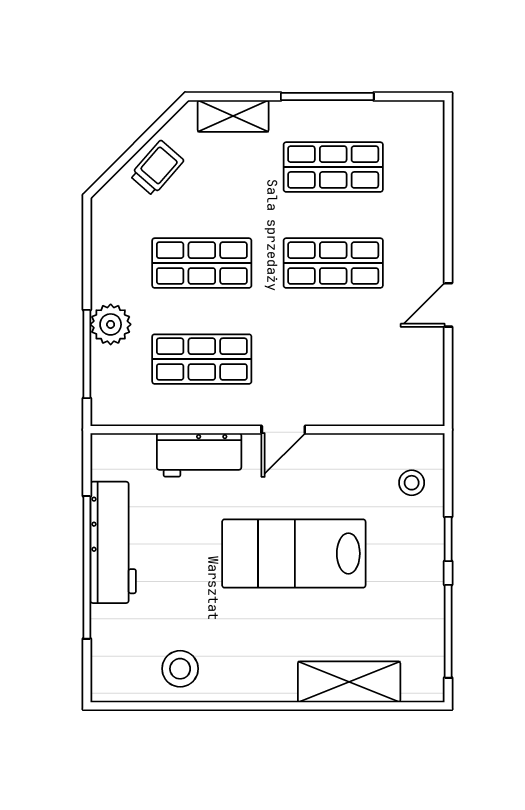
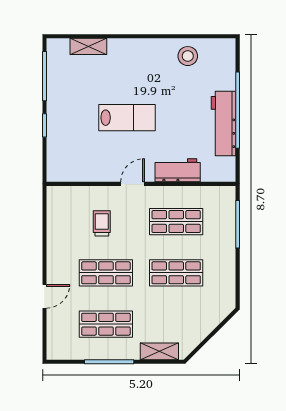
trolley: (157, 168) -> (102, 223), moved, turned 139
door: (448, 305) -> (44, 296), moved
plant: (111, 324) -> (225, 240), removed
stool: (412, 483) -> (64, 155), removed
lab bench: (294, 553) -> (127, 118), width x0.73, depth x0.72
shelving: (349, 682) -> (88, 46), width x0.67, depth x0.75

